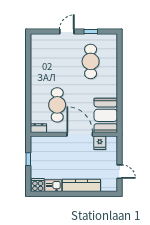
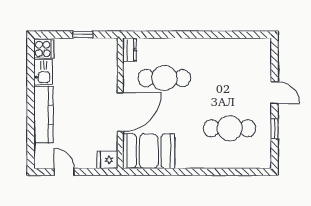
fridge: (100, 143) -> (107, 160), moved
door: (120, 172) -> (64, 172), swing flipped

